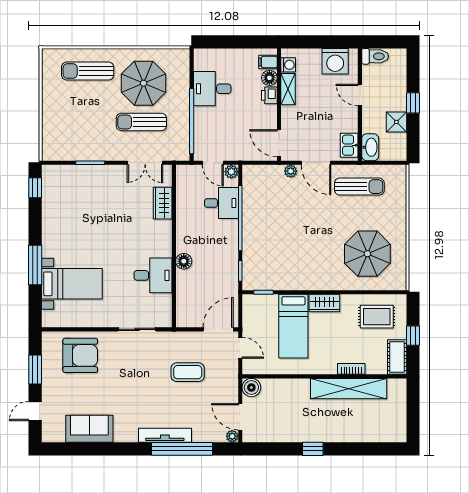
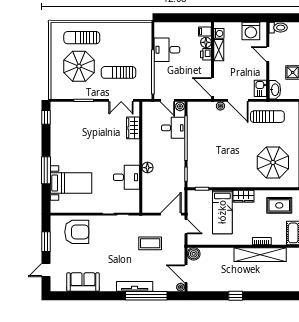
parasol: (144, 83) -> (79, 66), moved

